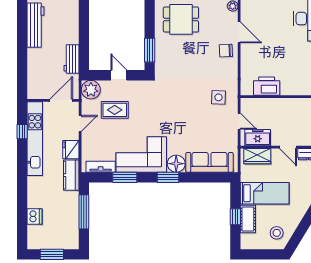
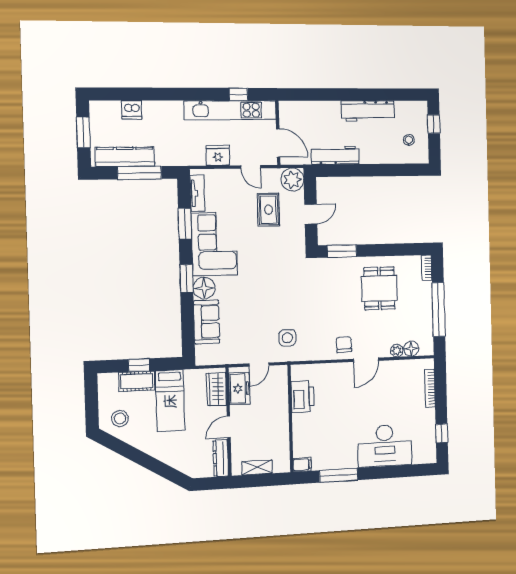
workbench: (71, 59) -> (335, 155), width x1.38
sofa: (210, 162) -> (207, 322), width x0.73
kitchen counter: (71, 175) -> (125, 157), moved, width x1.50

